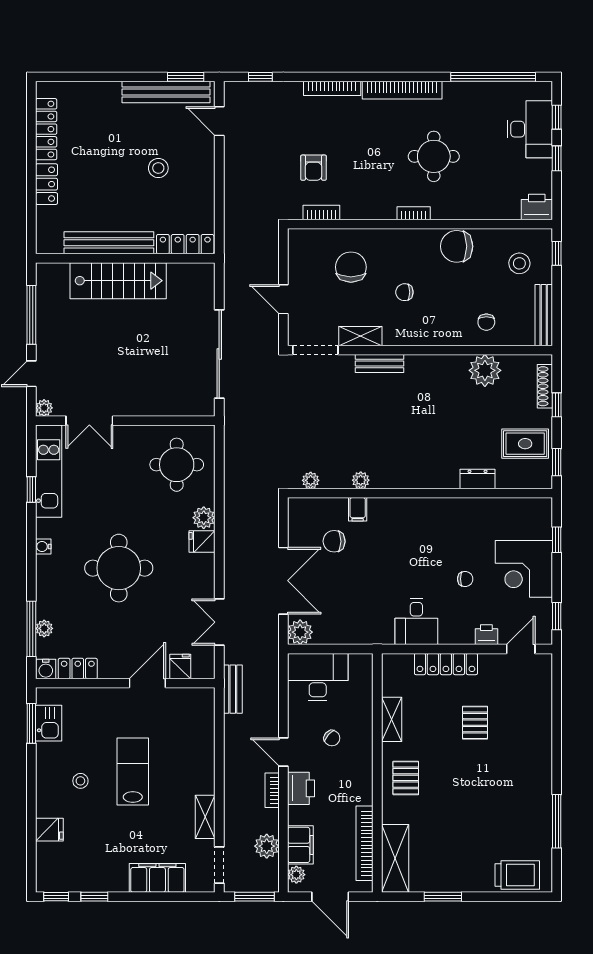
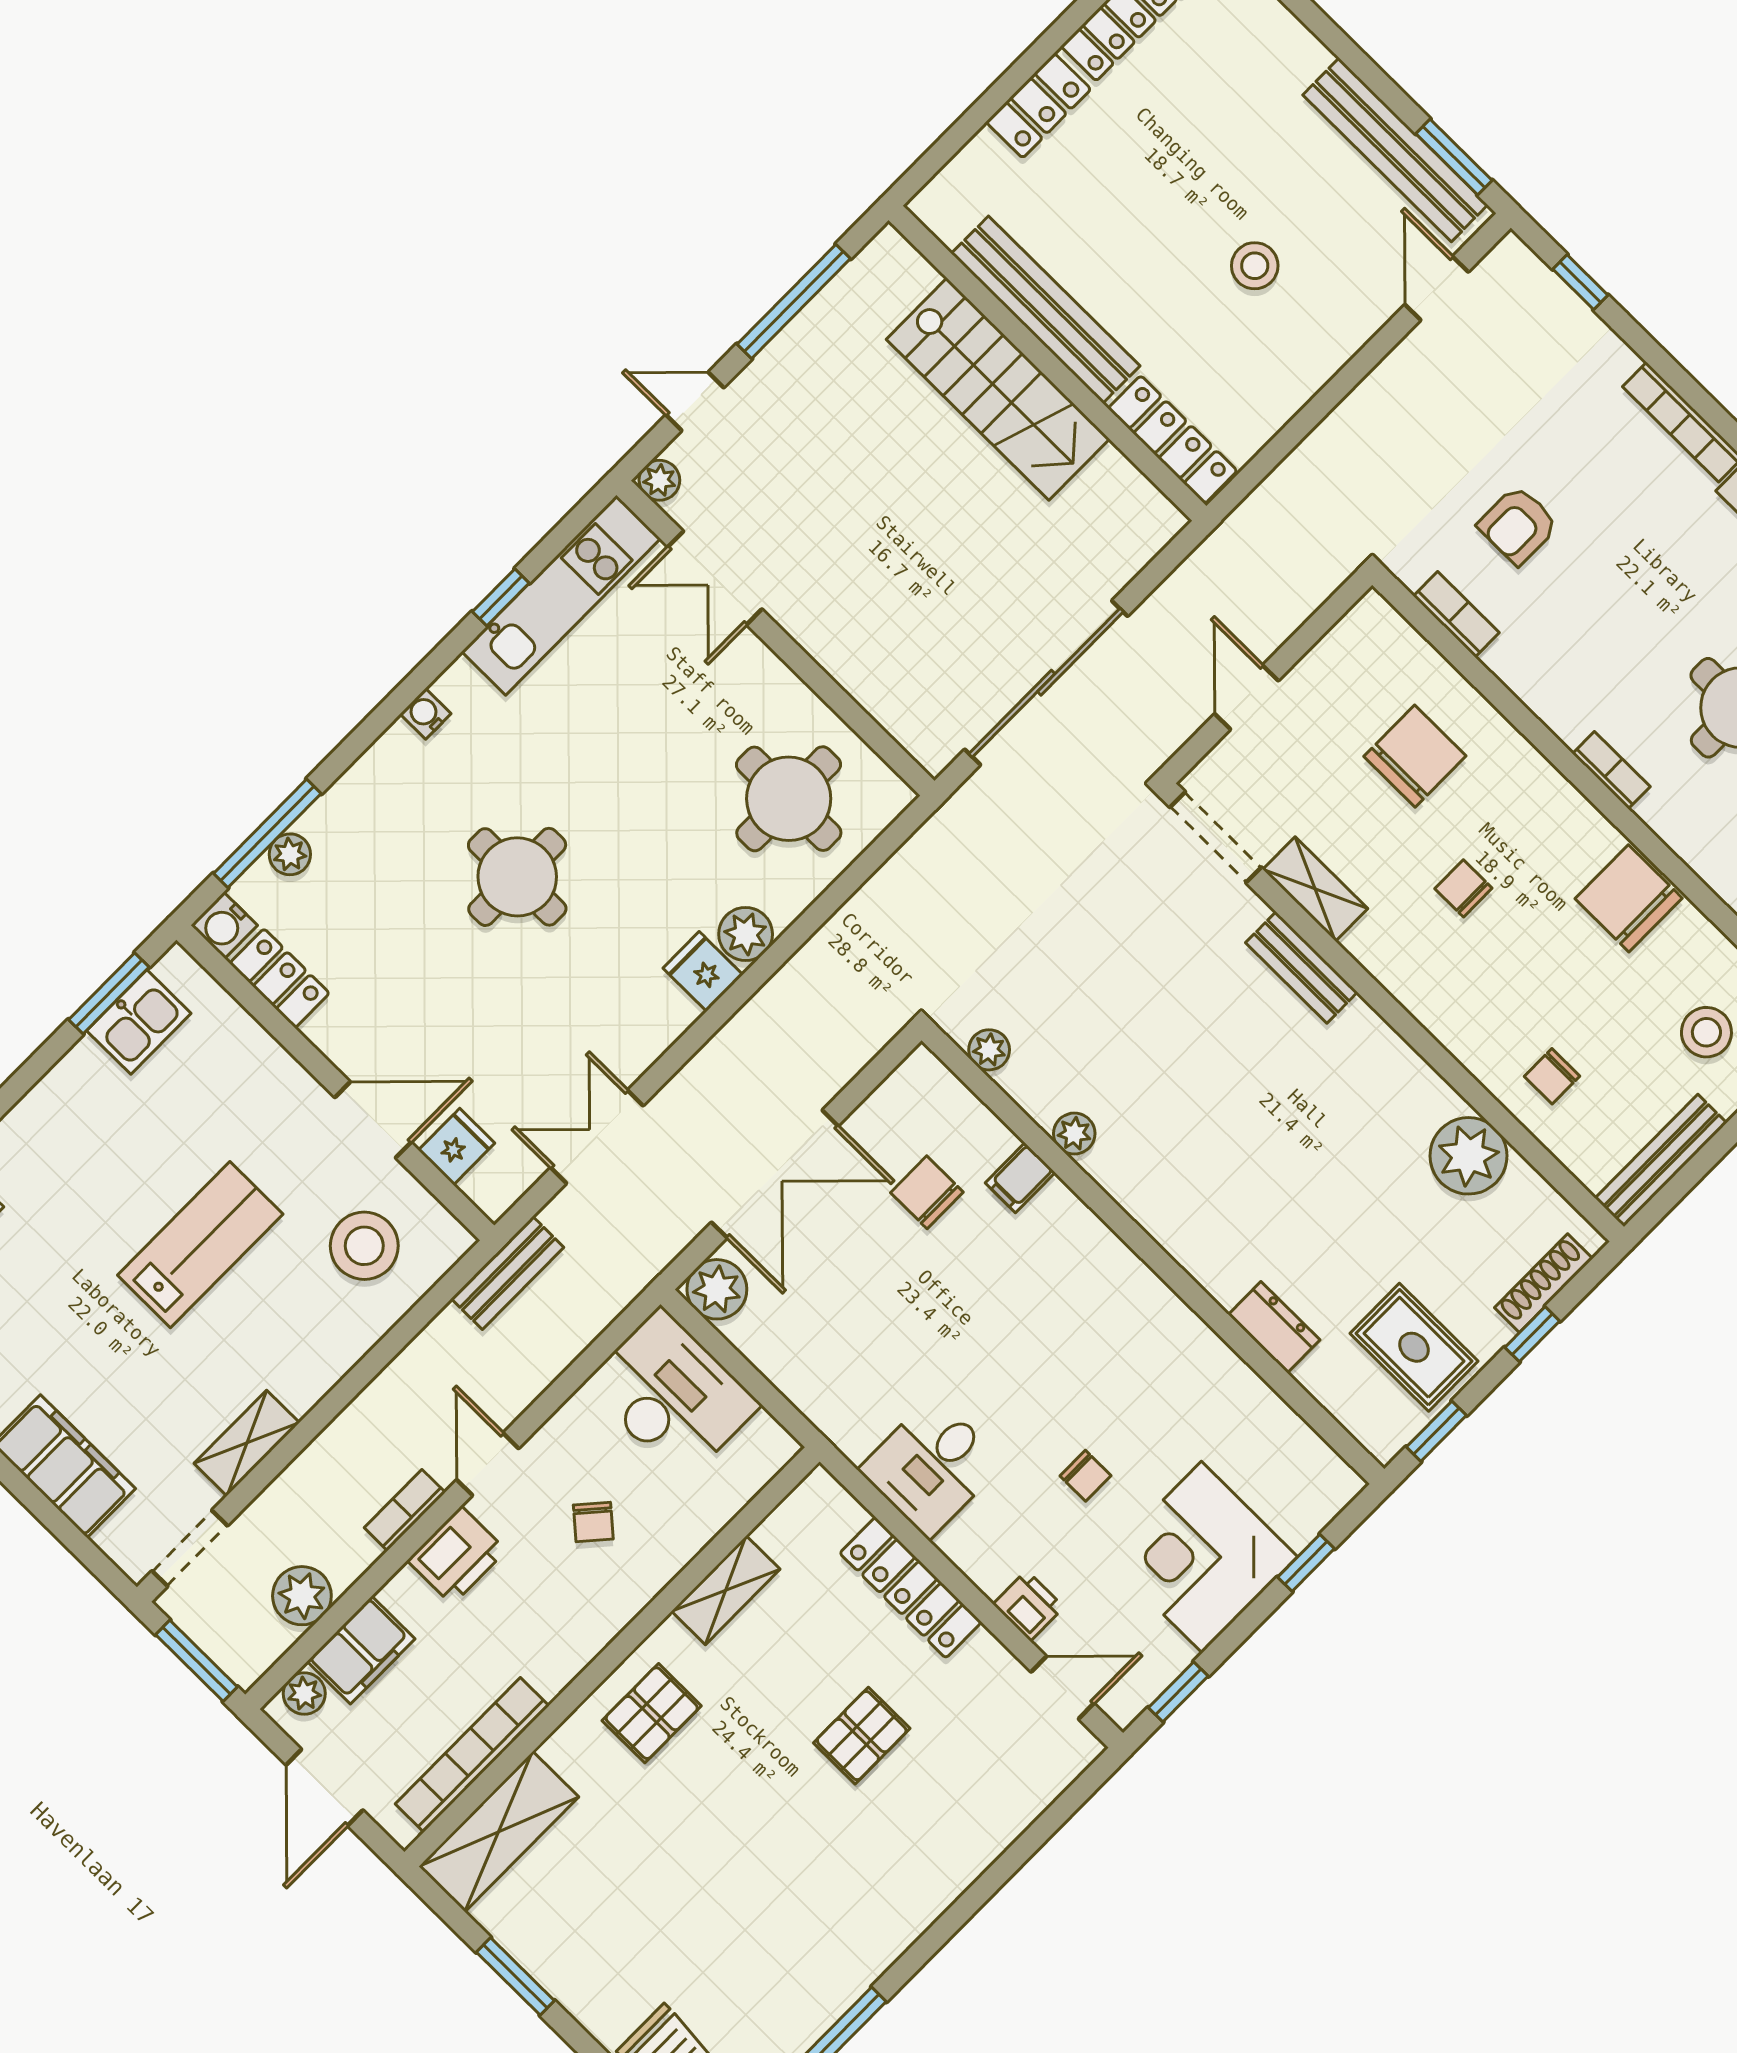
round table: (119, 568) -> (517, 877), width x0.73, depth x0.73
stool: (80, 781) -> (364, 1246), moved, width x1.89, depth x1.89

